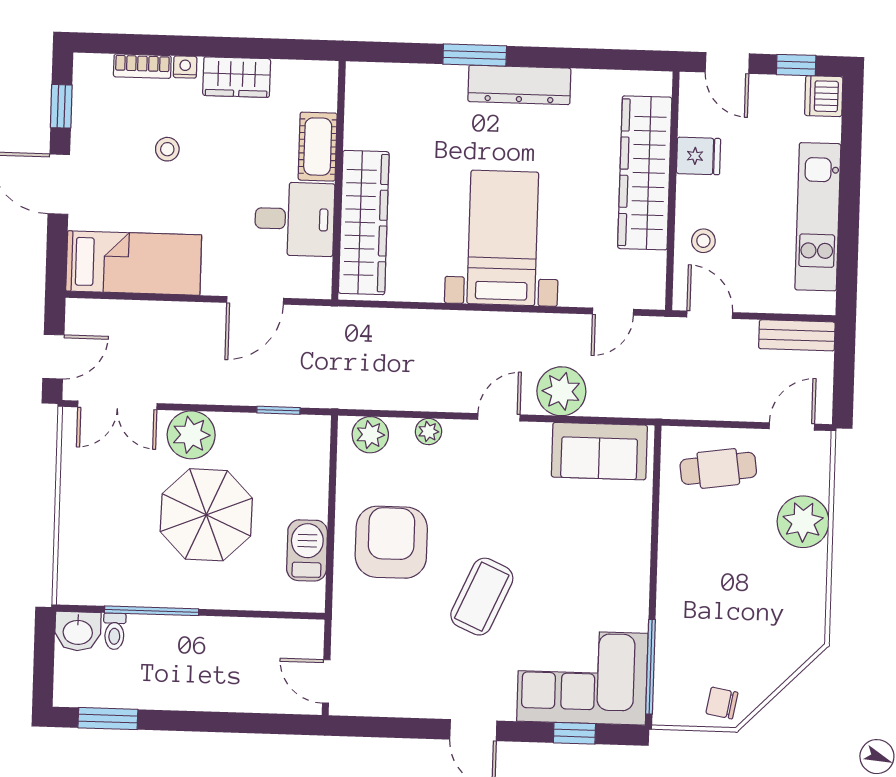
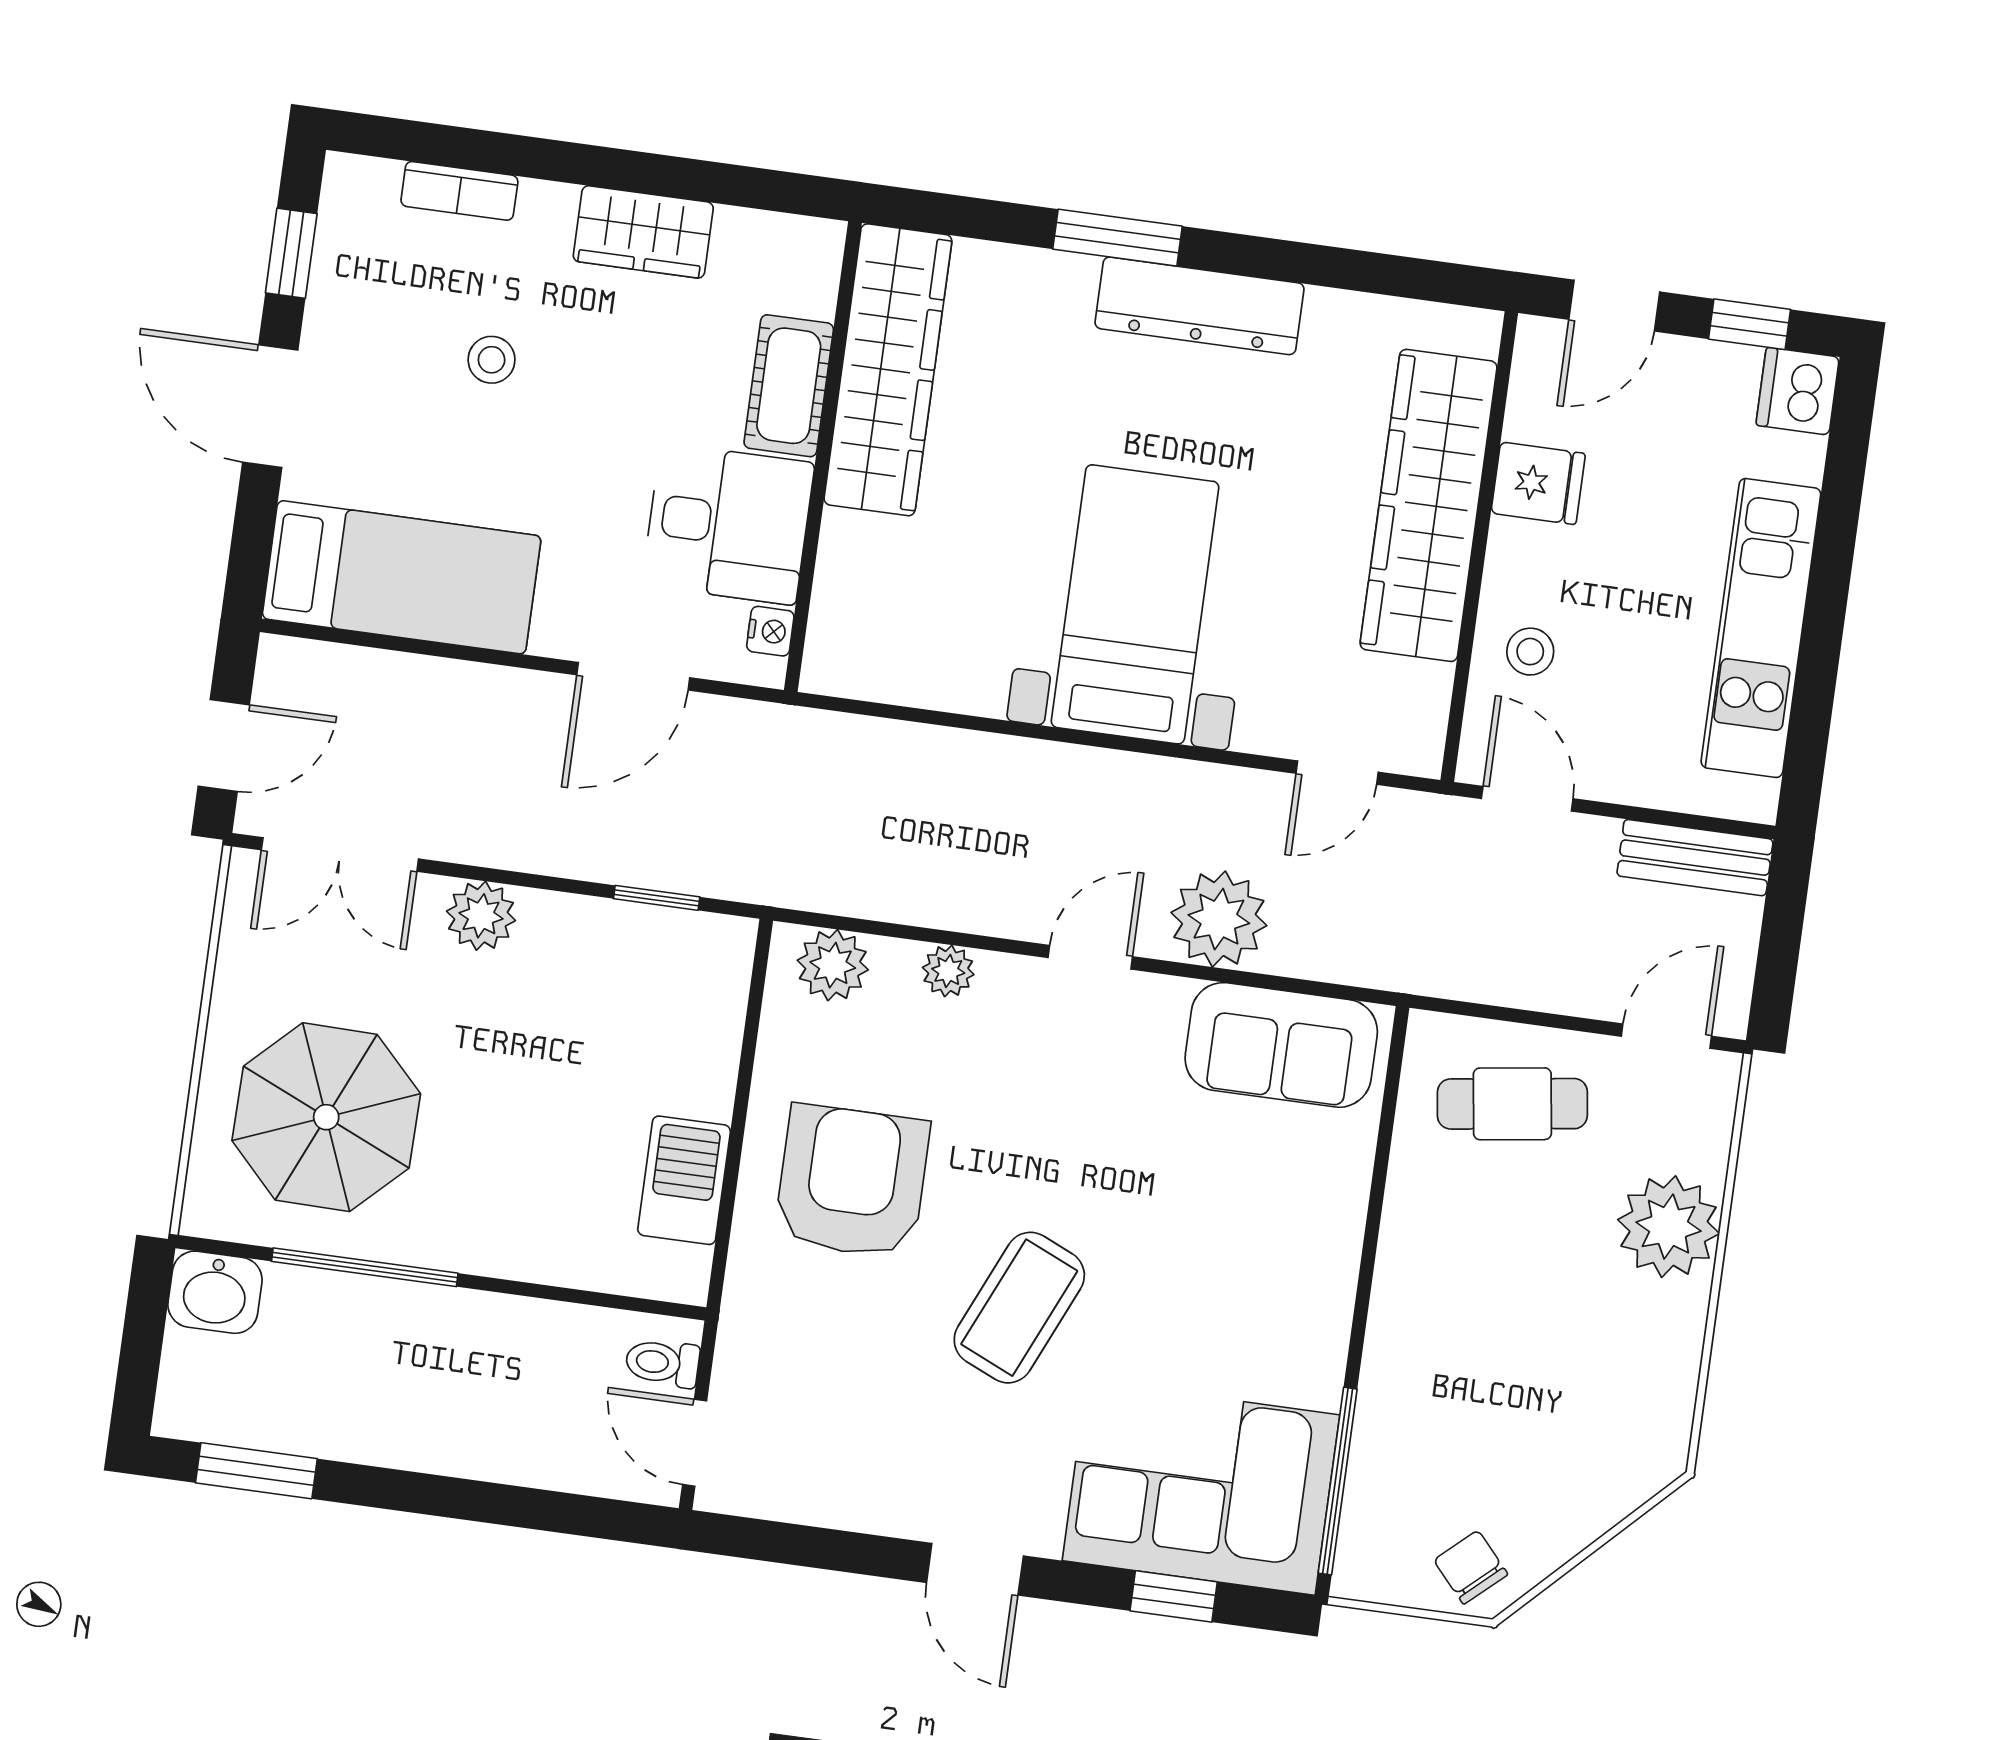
door: (727, 63) -> (1614, 306), hinge flipped
nightstand: (185, 67) -> (770, 631), moved, turned 90
wardrobe: (364, 223) -> (888, 370), moved
plant: (191, 435) -> (481, 916), width x0.73, depth x0.73
parasol: (206, 515) -> (326, 1117), moved
toilet: (114, 631) -> (662, 1363), moved, turned 90
chair: (722, 703) -> (1471, 1567), turned 38

